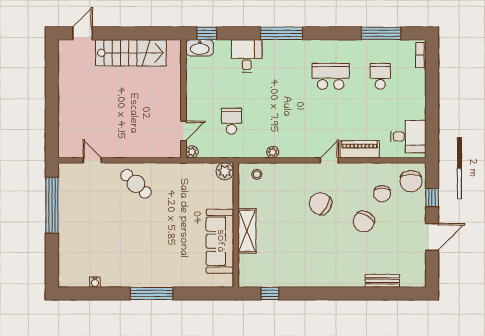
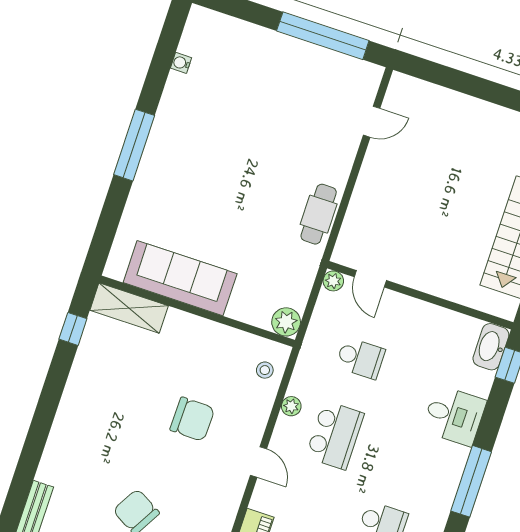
school desk: (281, 121) -> (335, 435), added
door: (329, 160) -> (258, 462), moved
cafe table: (136, 184) -> (319, 214), moved, turned -43
chair: (320, 204) -> (192, 419), moved, turned 61
shelving: (247, 231) -> (129, 308), moved

